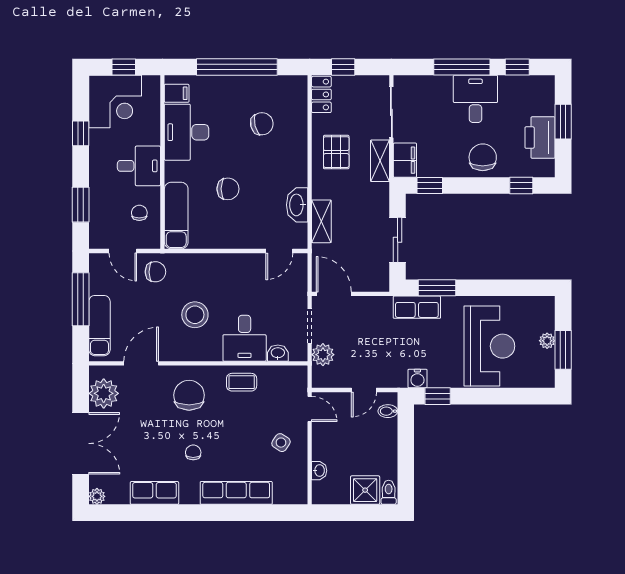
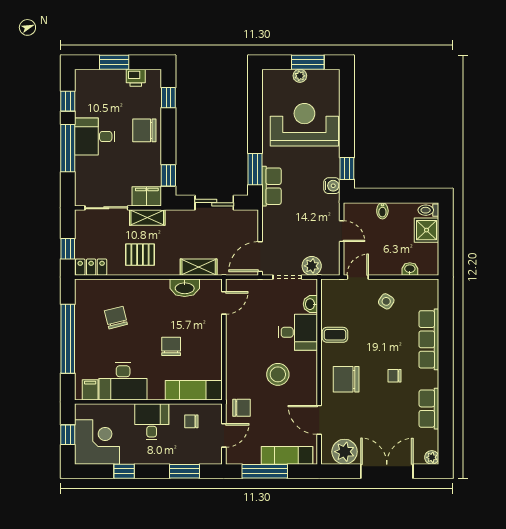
printer: (540, 138) -> (136, 78), width x0.53, depth x0.68
door: (279, 251) -> (224, 303), hinge flipped
chair: (155, 272) -> (241, 408), turned 90
coffee table: (242, 382) -> (335, 335), turned 90
bidet: (388, 411) -> (382, 211), moved

